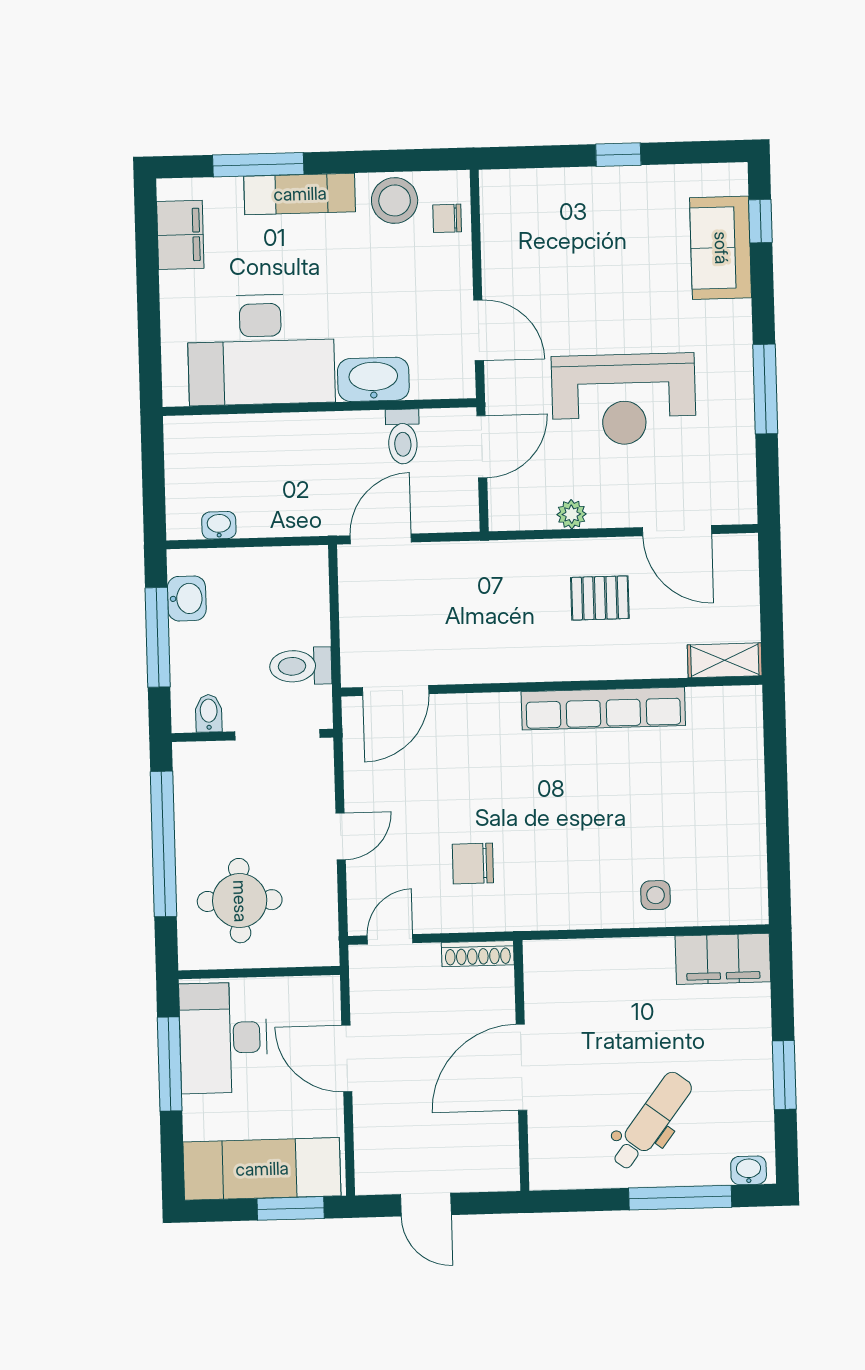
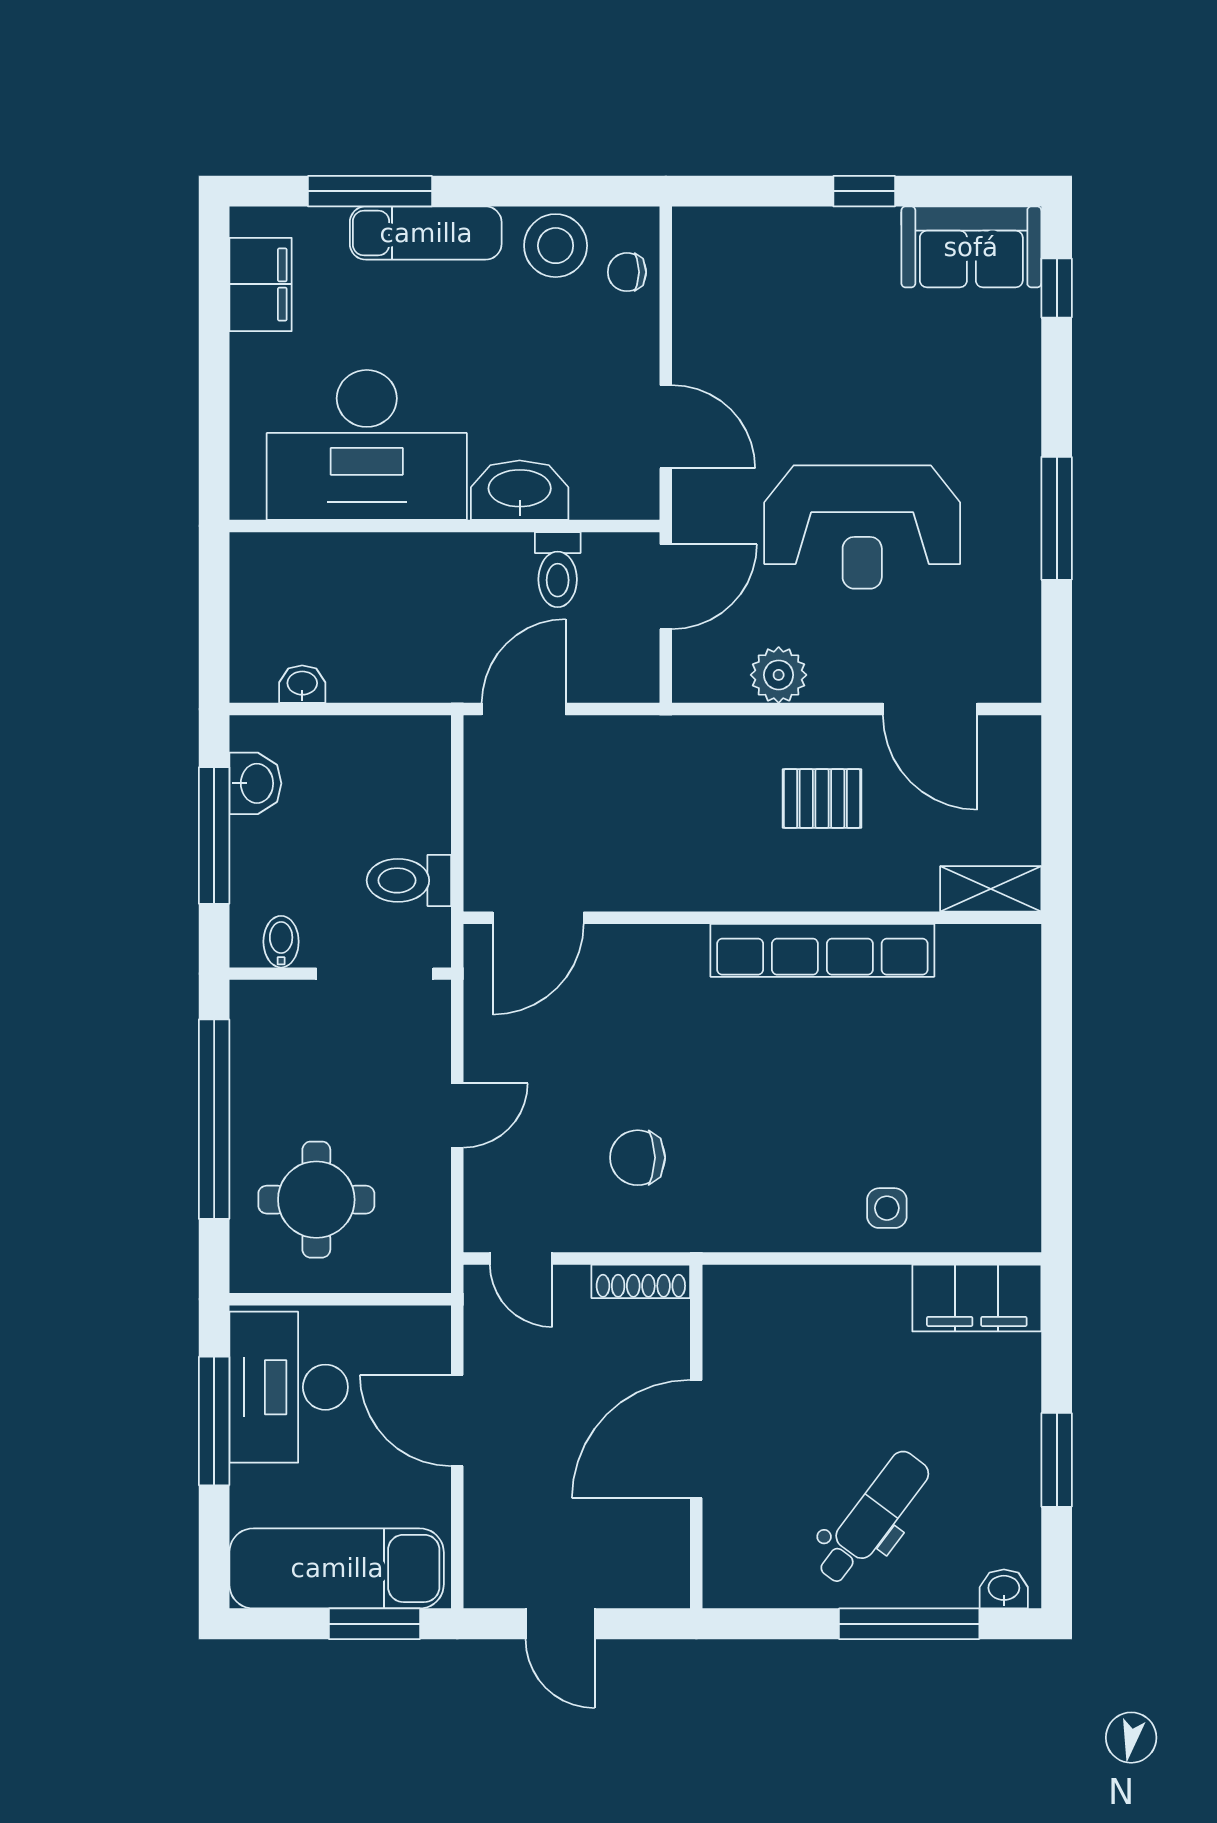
sofa: (721, 248) -> (971, 247), moved, turned -90
plant: (571, 514) -> (779, 675), width x1.38, depth x1.38
door: (390, 939) -> (521, 1258), swing flipped

